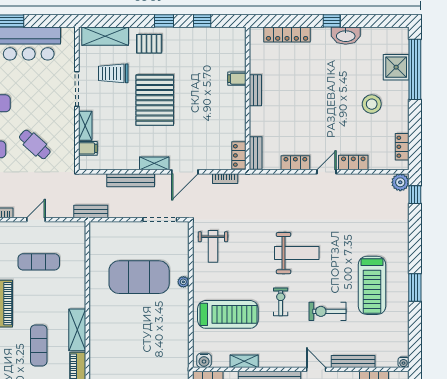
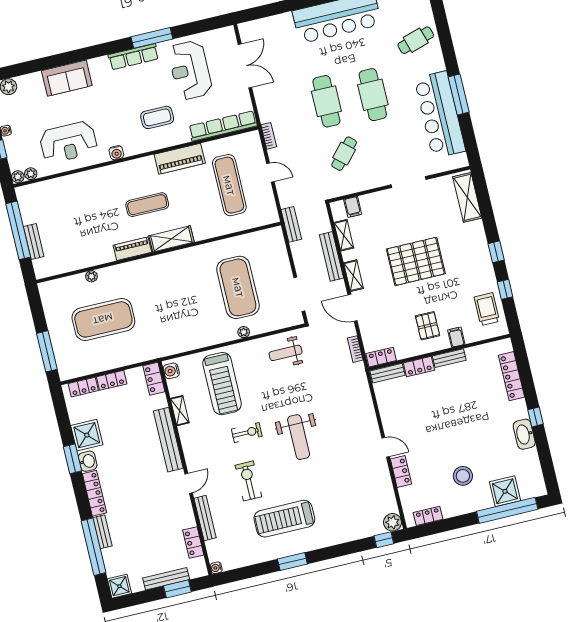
pallet: (149, 44) -> (428, 326), moved
trolley: (113, 73) -> (487, 309), moved
shelving: (85, 126) -> (344, 235), moved, turned 90
locker: (295, 163) -> (419, 367), moved, turned 90
exercise mat: (39, 262) -> (229, 185), width x1.36, depth x1.45

